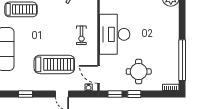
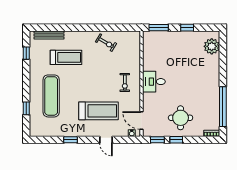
desk: (115, 34) -> (154, 82), width x0.53, depth x0.77

